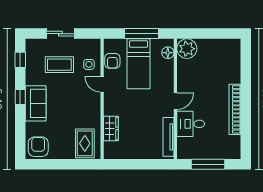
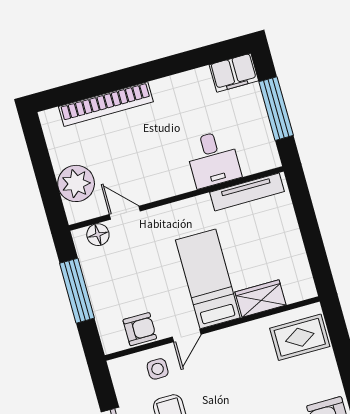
plant: (187, 49) -> (76, 183), moved
bed: (138, 64) -> (208, 279), moved, turned -90
door: (175, 101) -> (125, 213), moved
bookcase: (235, 109) -> (106, 104), moved
filing cabinet: (233, 147) -> (234, 73), added

